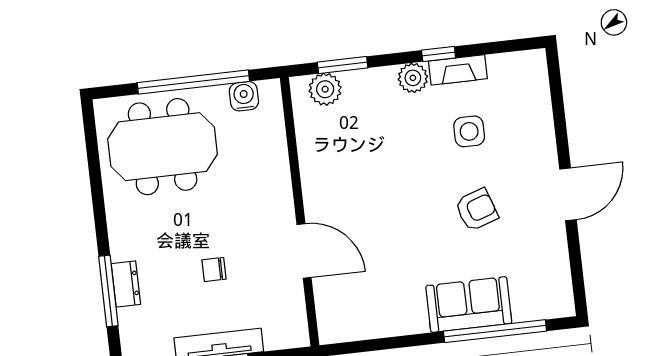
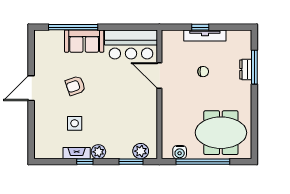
bar counter: (370, 309) -> (131, 44), added

